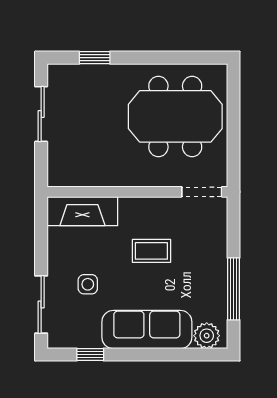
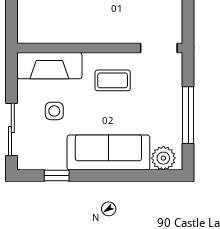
wall: (137, 192) -> (100, 48), moved
doorway: (202, 192) -> (159, 48), moved
fireplace: (82, 211) -> (49, 66), moved

